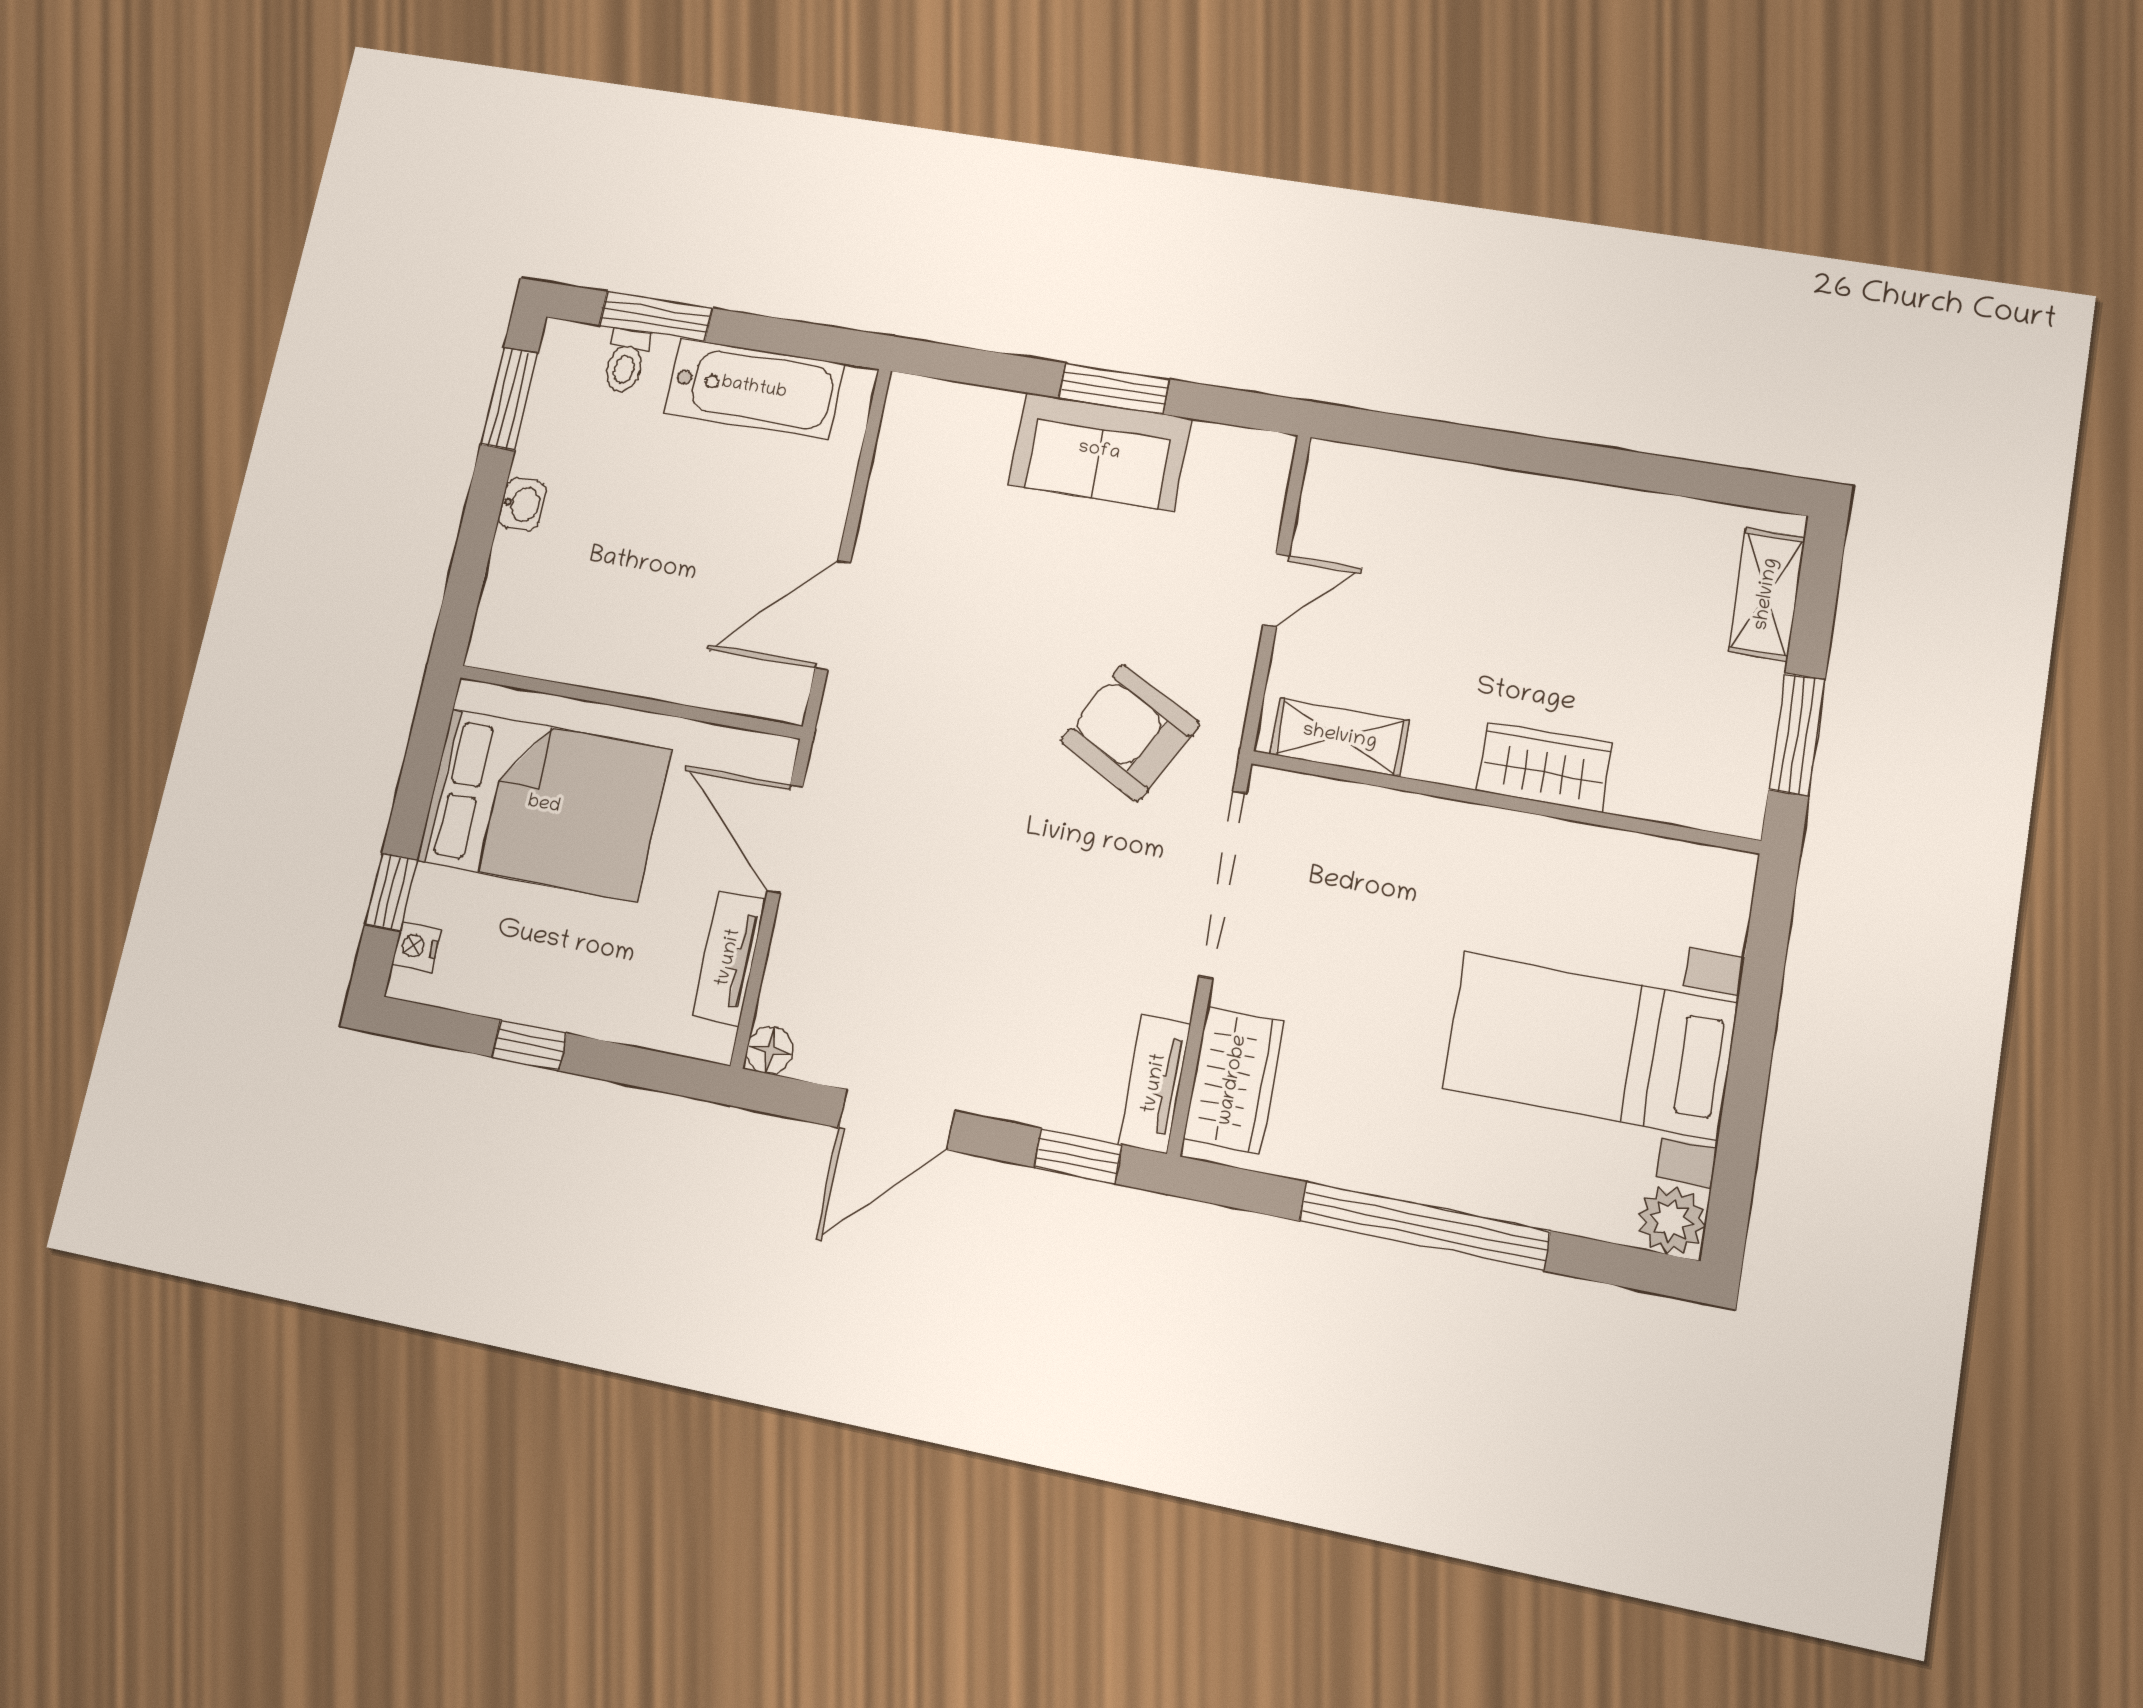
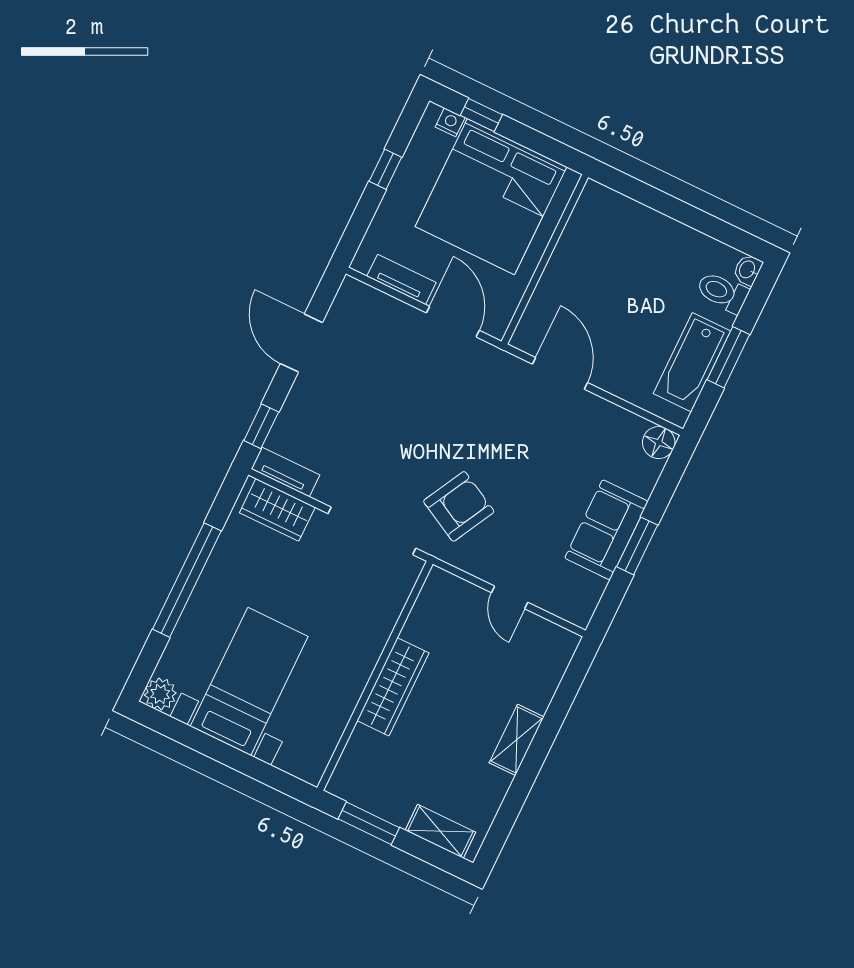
window: (656, 317) -> (728, 357), moved
toilet: (626, 361) -> (722, 292), width x1.37, depth x1.39
window: (509, 399) -> (724, 232), removed
washbasin: (522, 504) -> (748, 270), moved, turned 90
shelving: (1340, 737) -> (517, 740), moved
wardrobe: (1545, 767) -> (393, 687), width x1.50
bed: (544, 805) -> (491, 197), width x1.36
door: (785, 839) -> (453, 322), hinge flipped
floor lamp: (770, 1050) -> (659, 443), moved, width x1.37, depth x1.37

